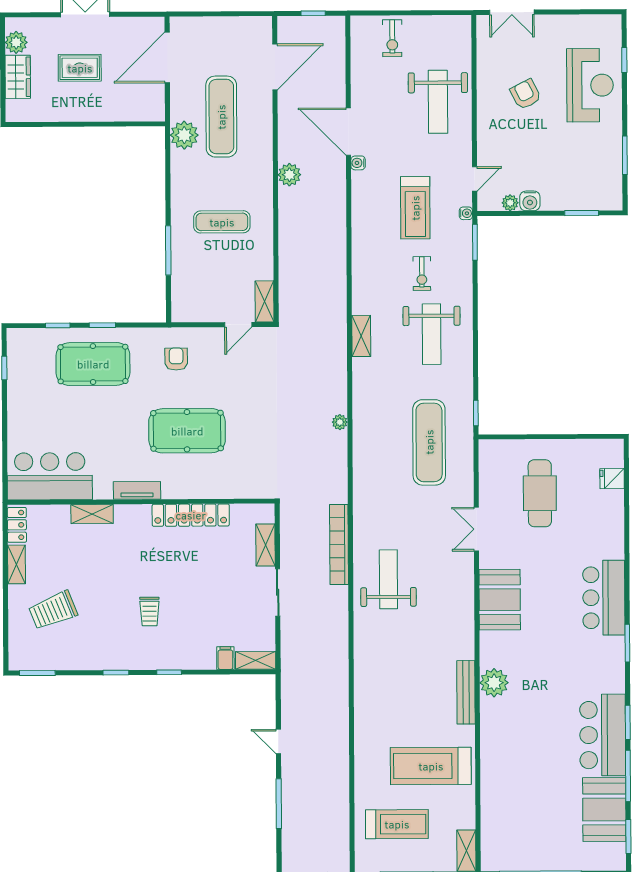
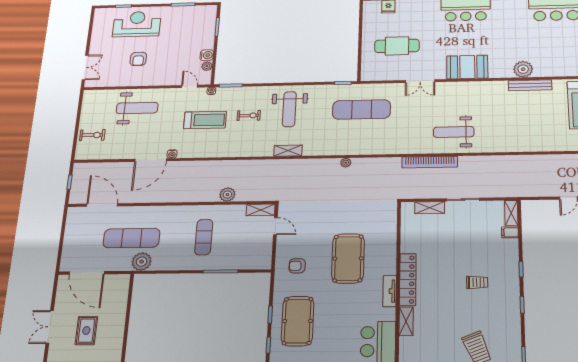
armchair: (526, 94) -> (138, 59), turned -63
plant: (289, 175) -> (227, 195), moved
weight bench: (432, 334) -> (289, 109), turned 90
locker: (191, 515) -> (408, 280), moved

